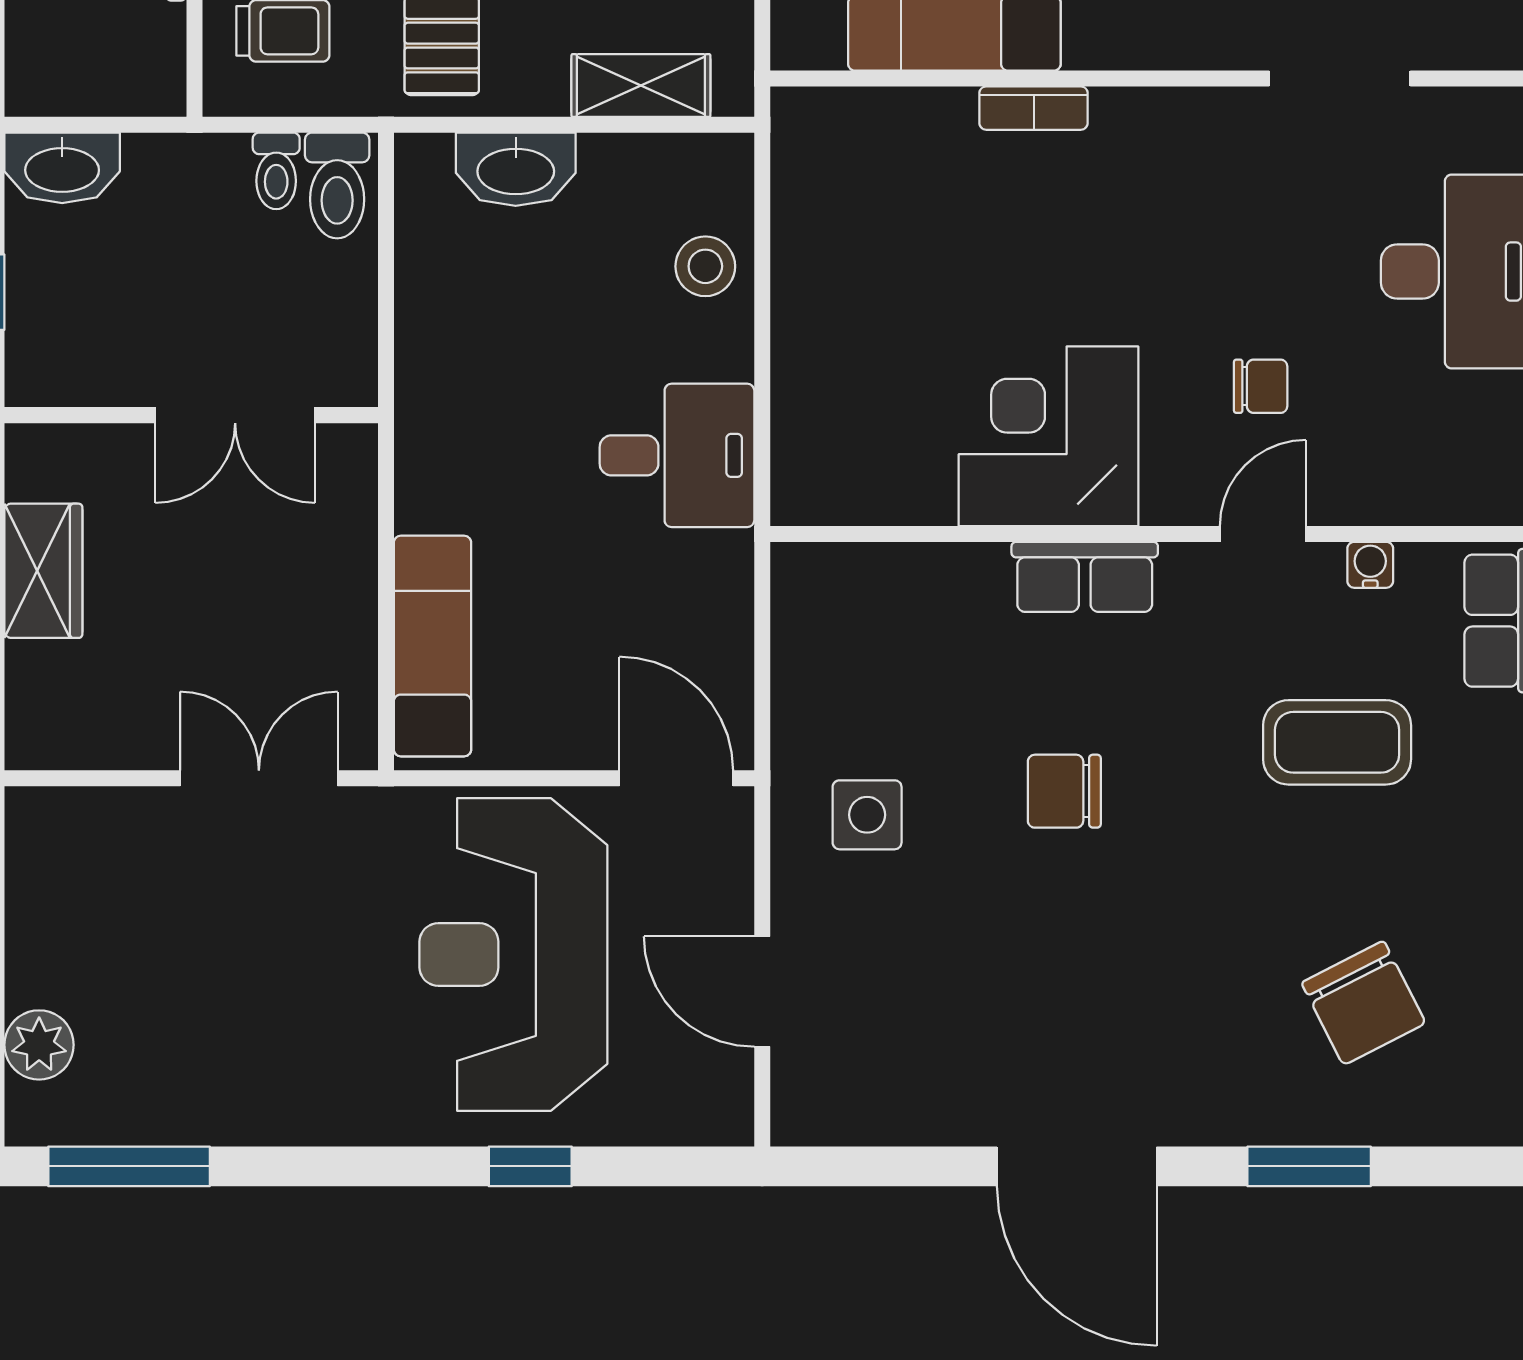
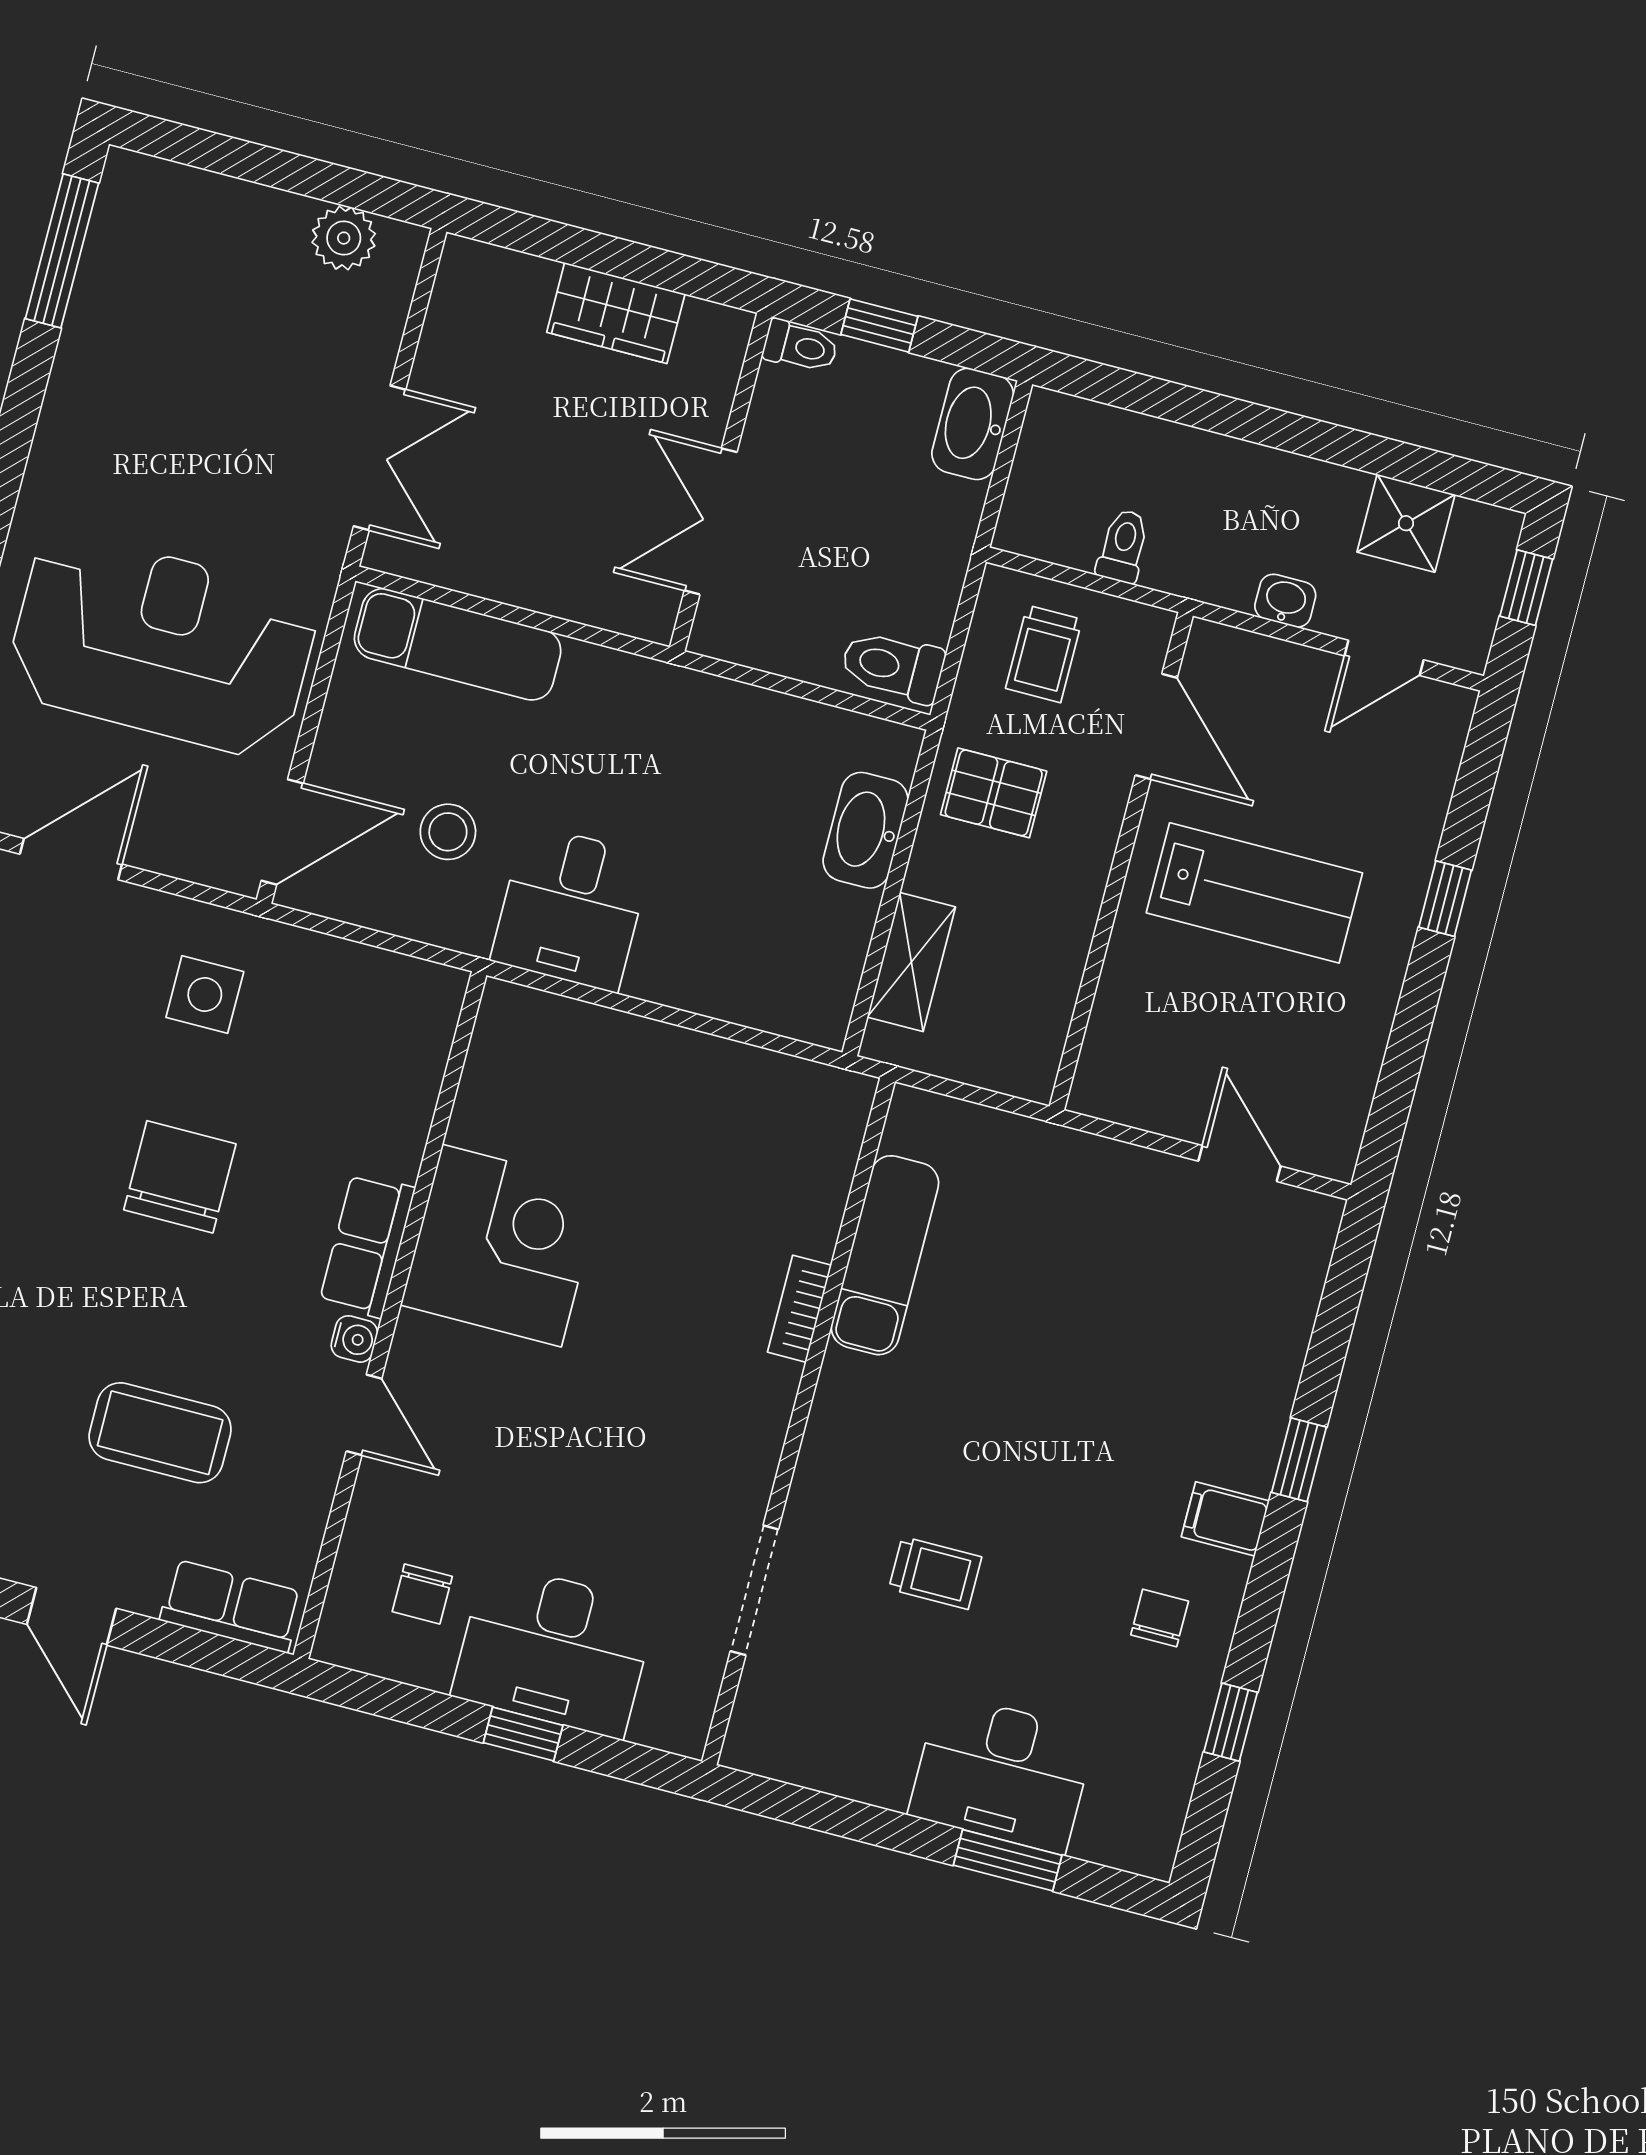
toilet: (276, 171) -> (800, 346), moved, turned 180
stool: (705, 266) -> (448, 832), moved
chair: (1261, 386) -> (422, 1594), moved
water cooler: (1370, 565) -> (354, 1339), moved
coffee table: (1337, 742) -> (160, 1433), turned 90
chair: (1064, 791) -> (180, 1177), width x1.37, depth x1.37
plant: (39, 1045) -> (344, 238), moved

